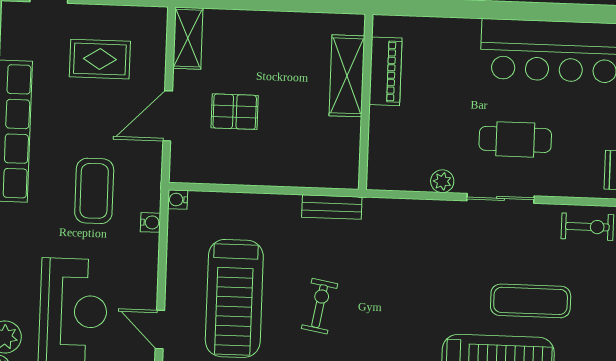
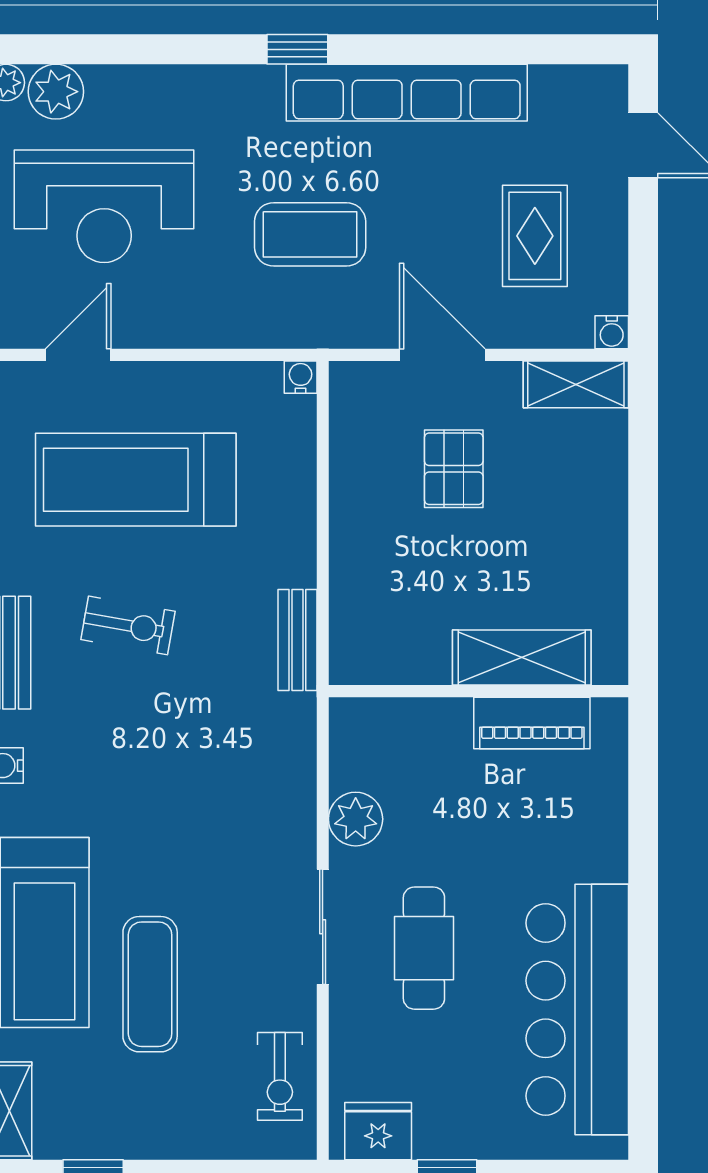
plant: (442, 181) -> (356, 819), width x1.38, depth x1.38
water cooler: (151, 222) -> (612, 332), moved

